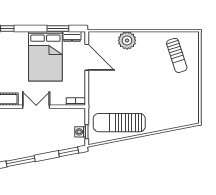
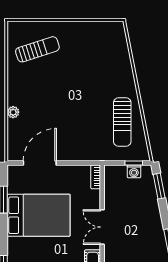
dresser: (72, 36) -> (13, 182), removed
plant: (127, 40) -> (13, 112), width x0.53, depth x0.53
sun lounger: (119, 123) -> (122, 122), width x0.73, depth x0.75

